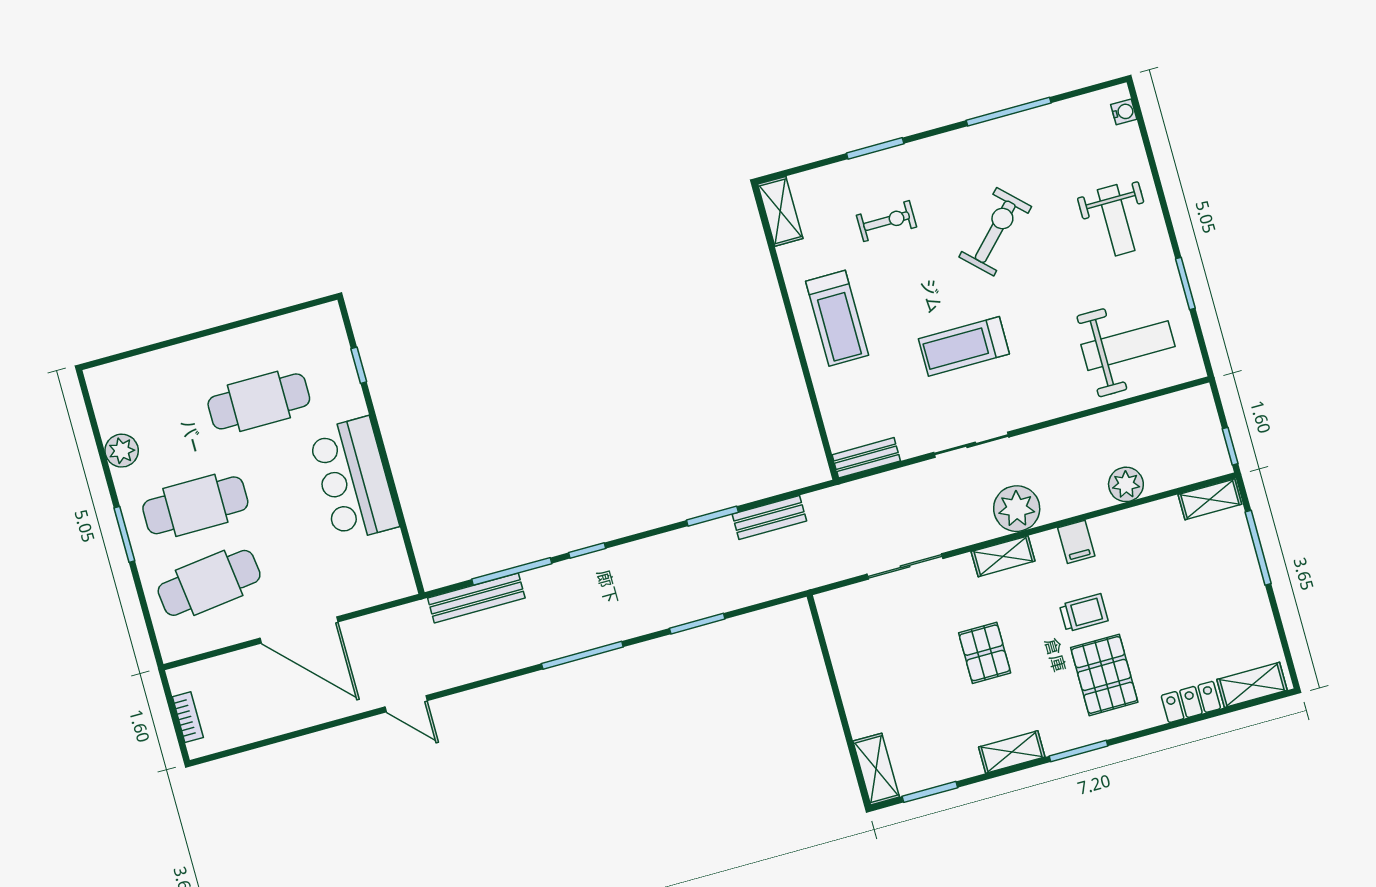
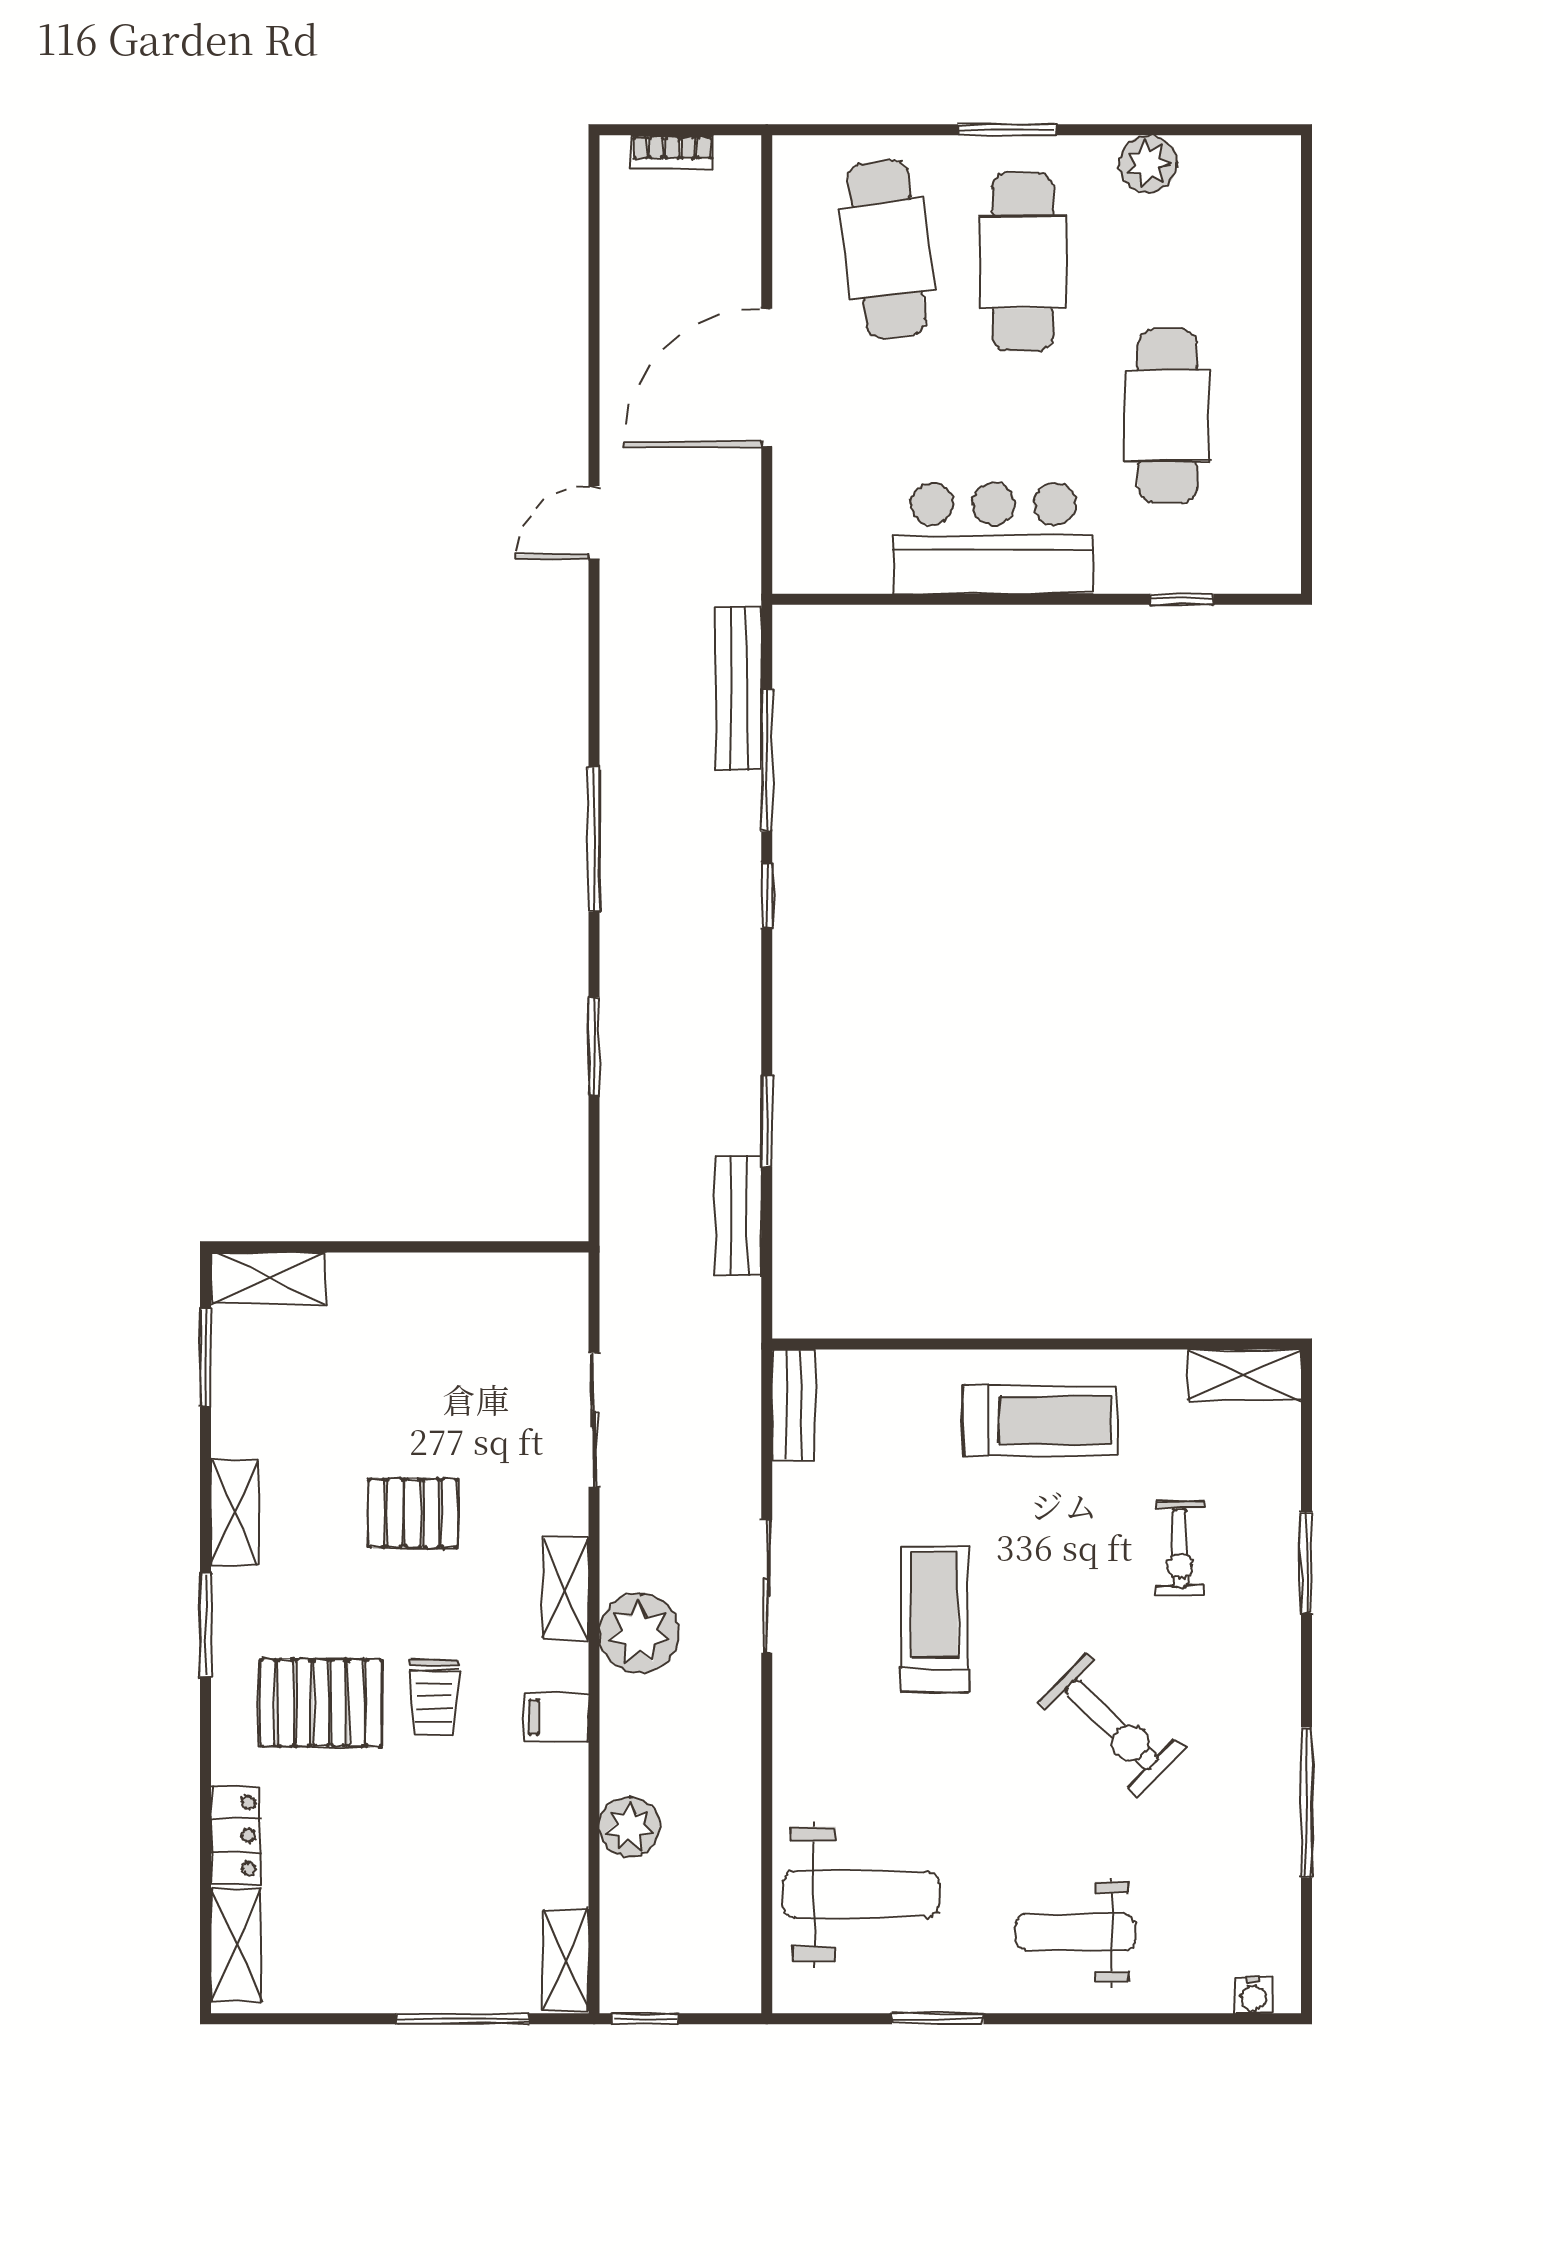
treadmill: (837, 318) -> (1040, 1421), turned 180
weight bench: (1128, 346) -> (861, 1894), turned -90

